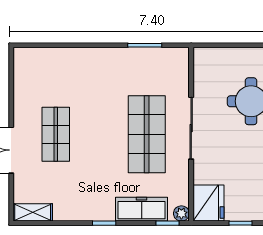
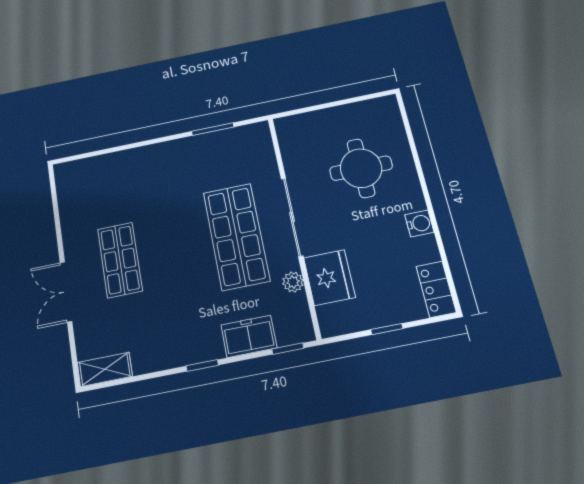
fridge: (208, 203) -> (329, 278), moved
freezer: (142, 209) -> (249, 336), width x0.71
plant: (181, 213) -> (293, 282), moved

